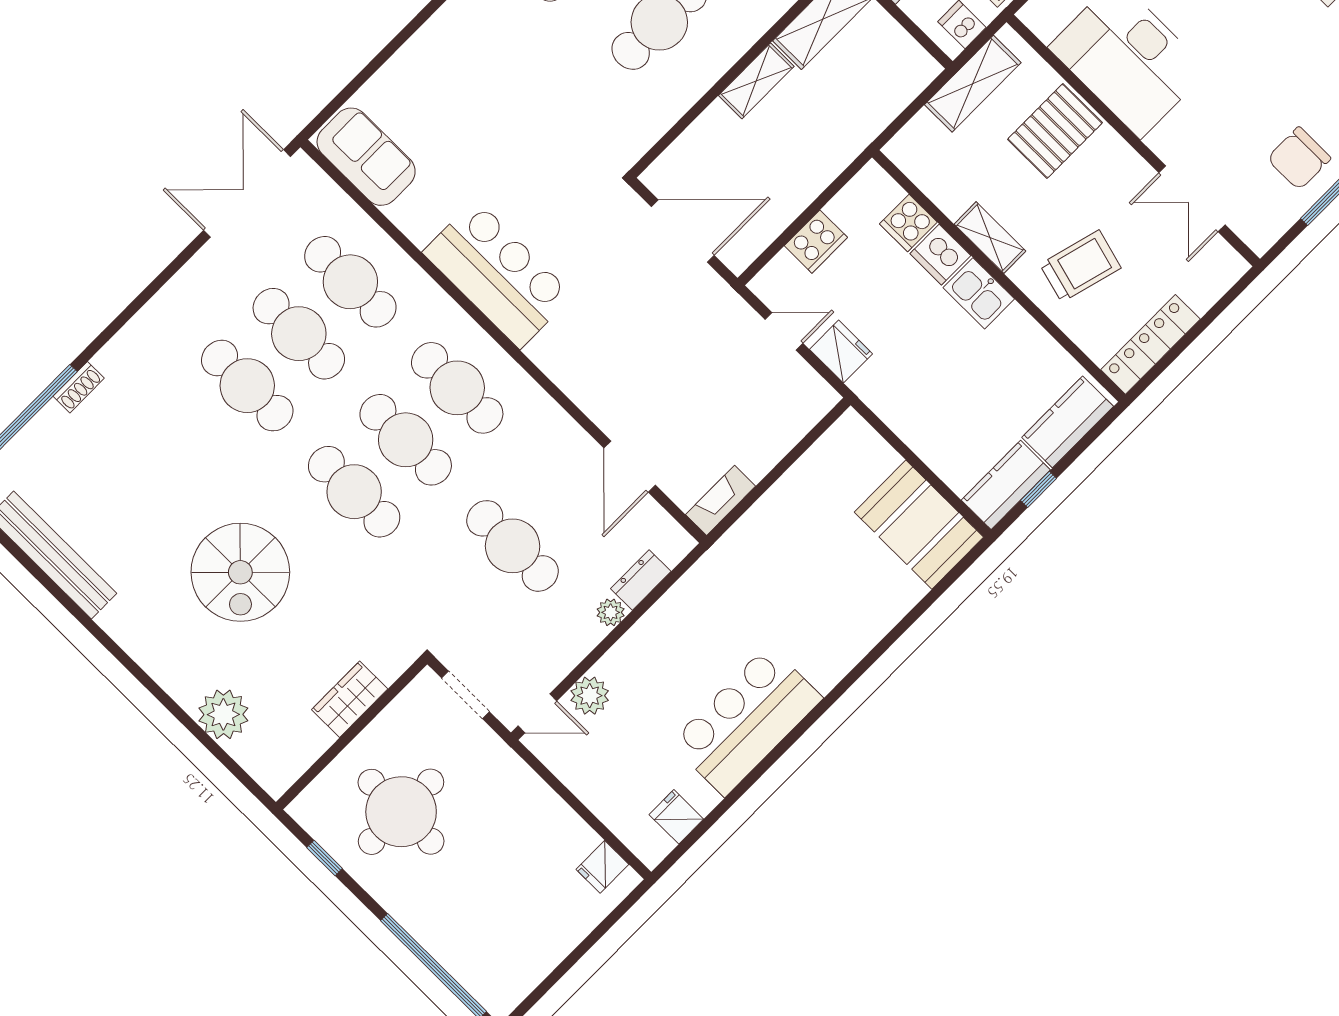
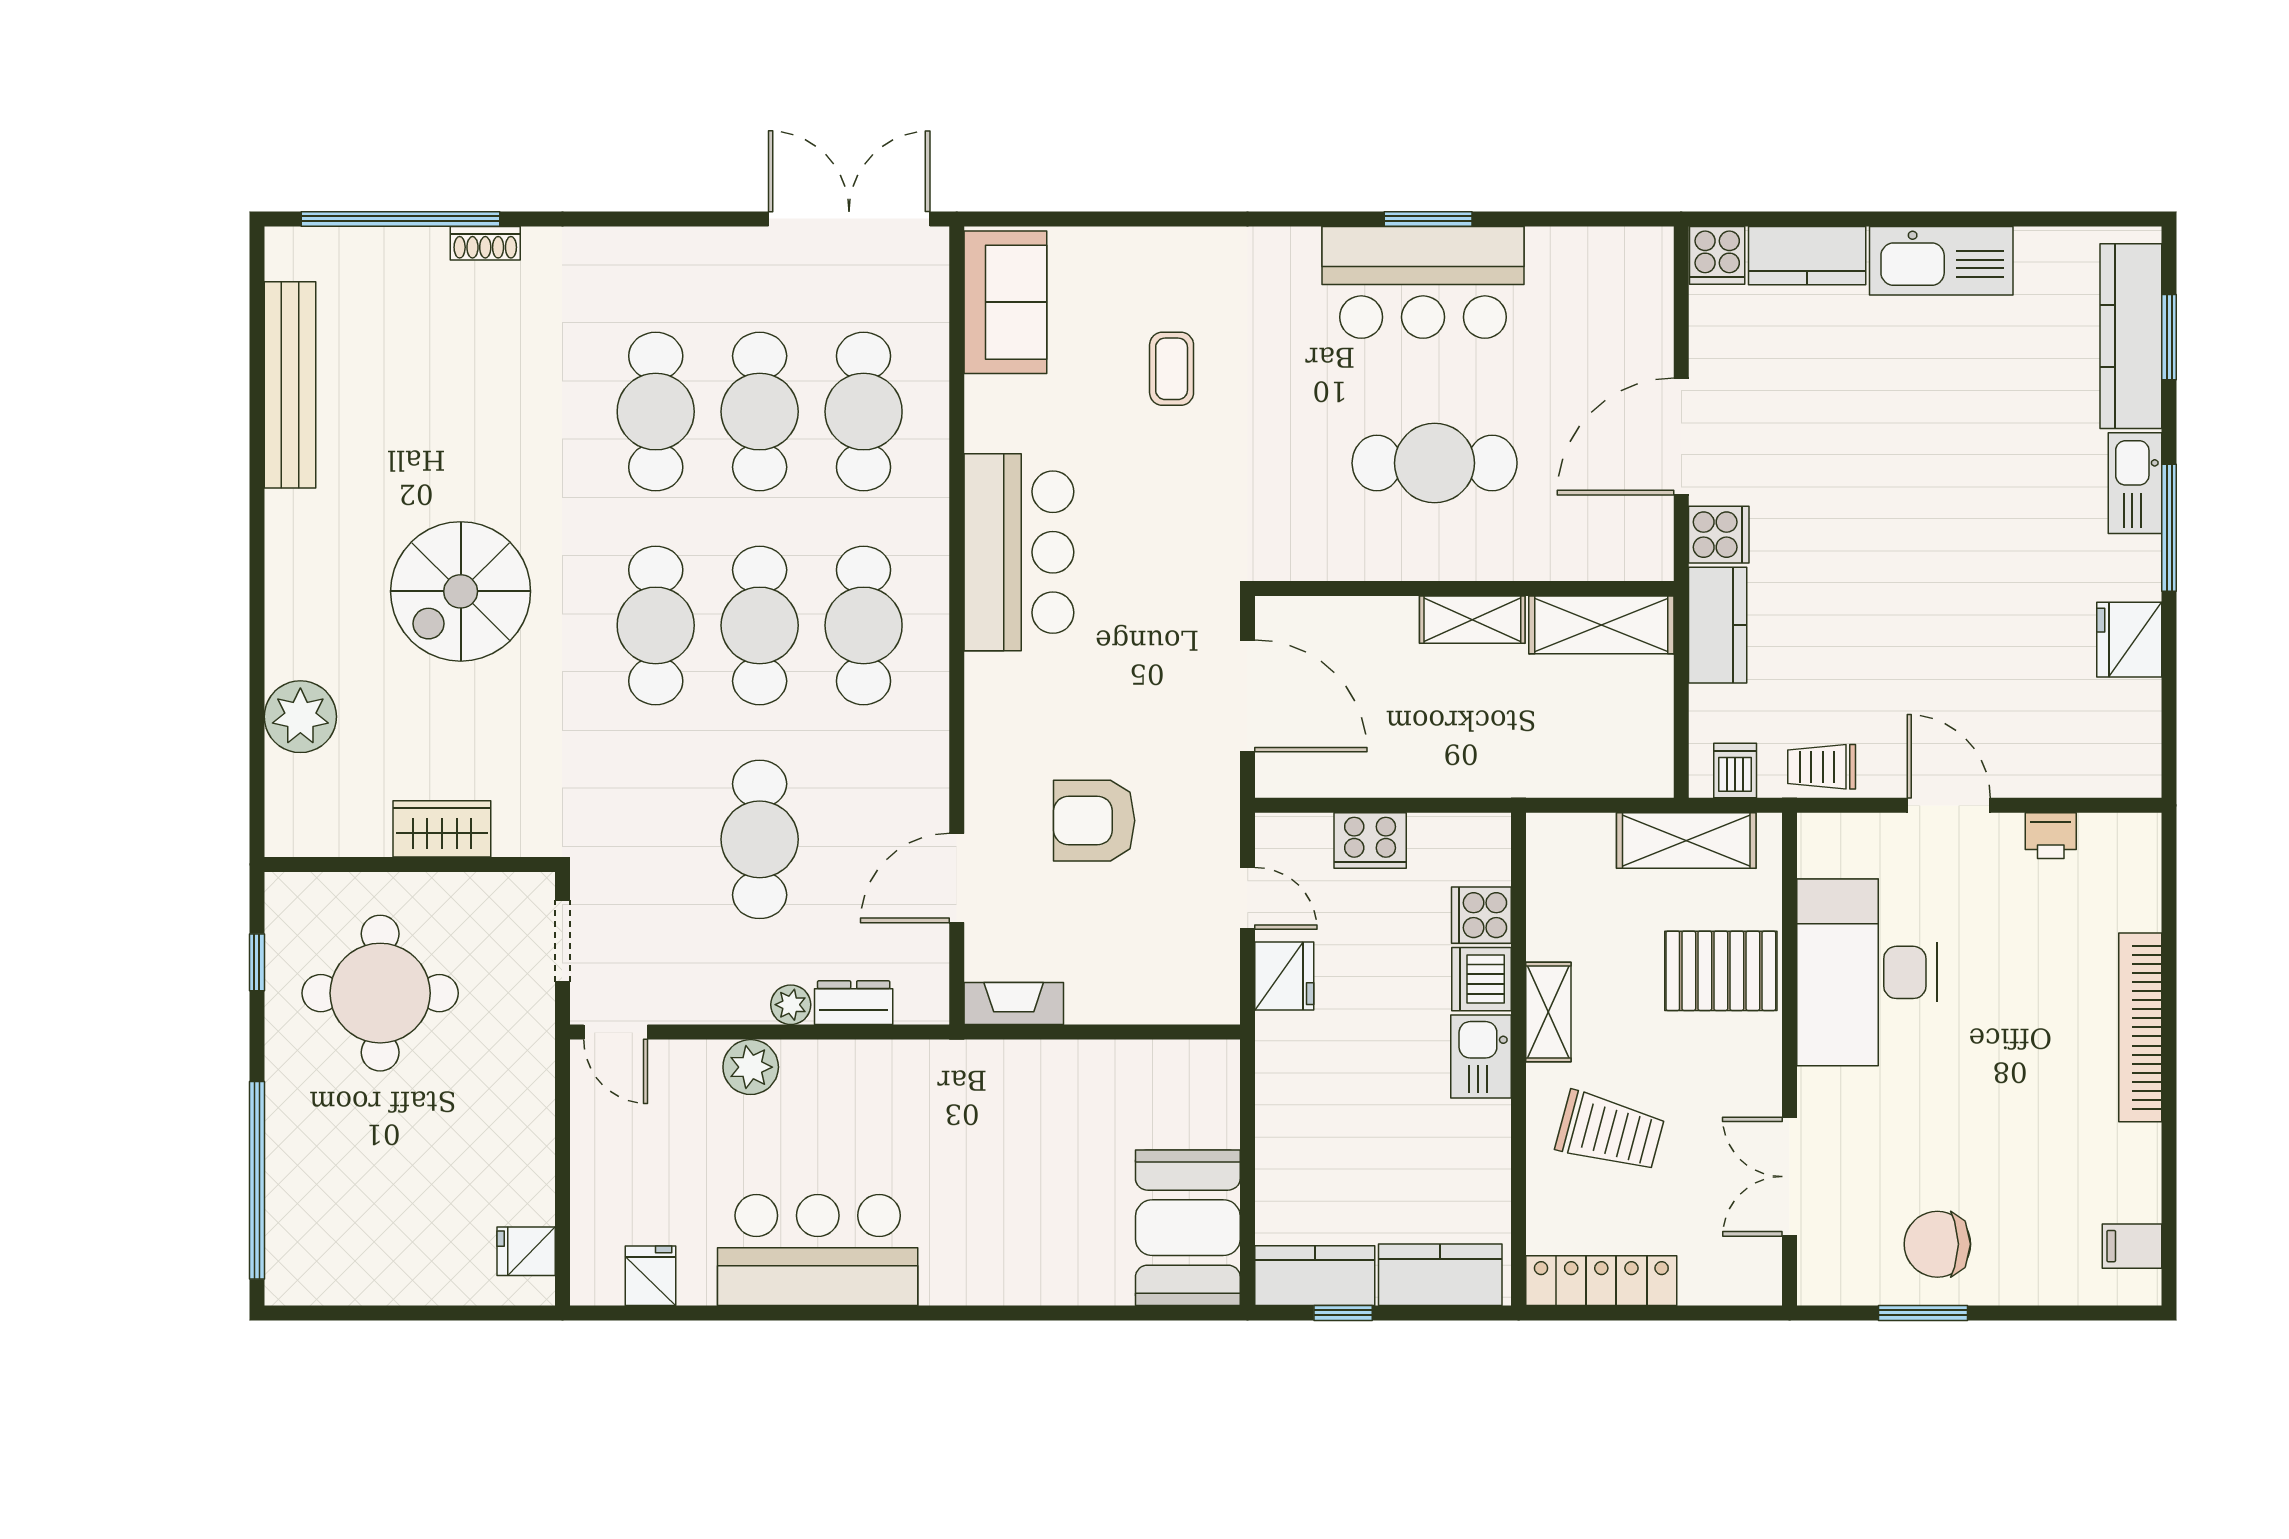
coffee table: (482, 107) -> (1172, 369), added
armchair: (669, 369) -> (1094, 821), added
plant: (590, 696) -> (751, 1067), moved

